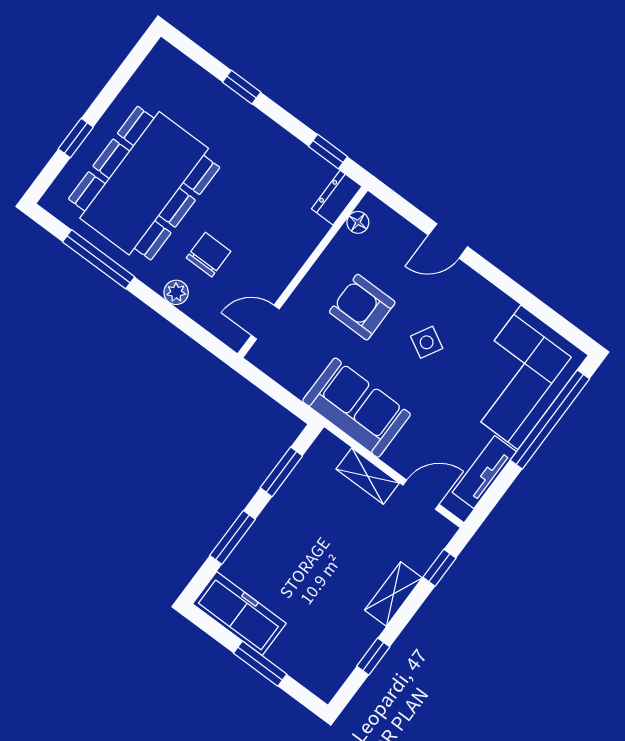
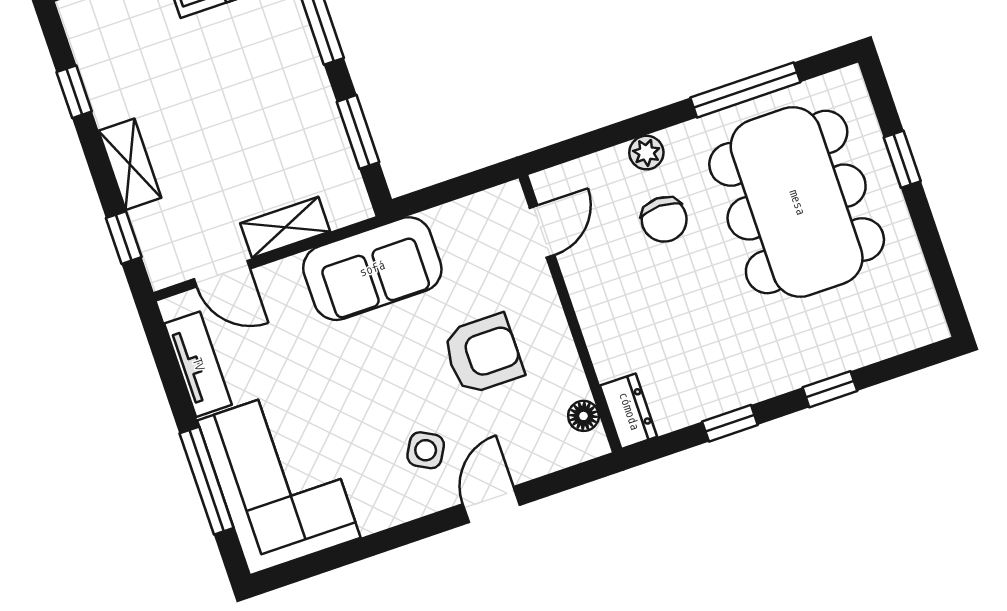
window: (328, 152) -> (730, 423), moved
side table: (427, 342) -> (426, 450), moved
window: (550, 420) -> (207, 481), width x0.68
door: (421, 495) -> (222, 274), hinge flipped

